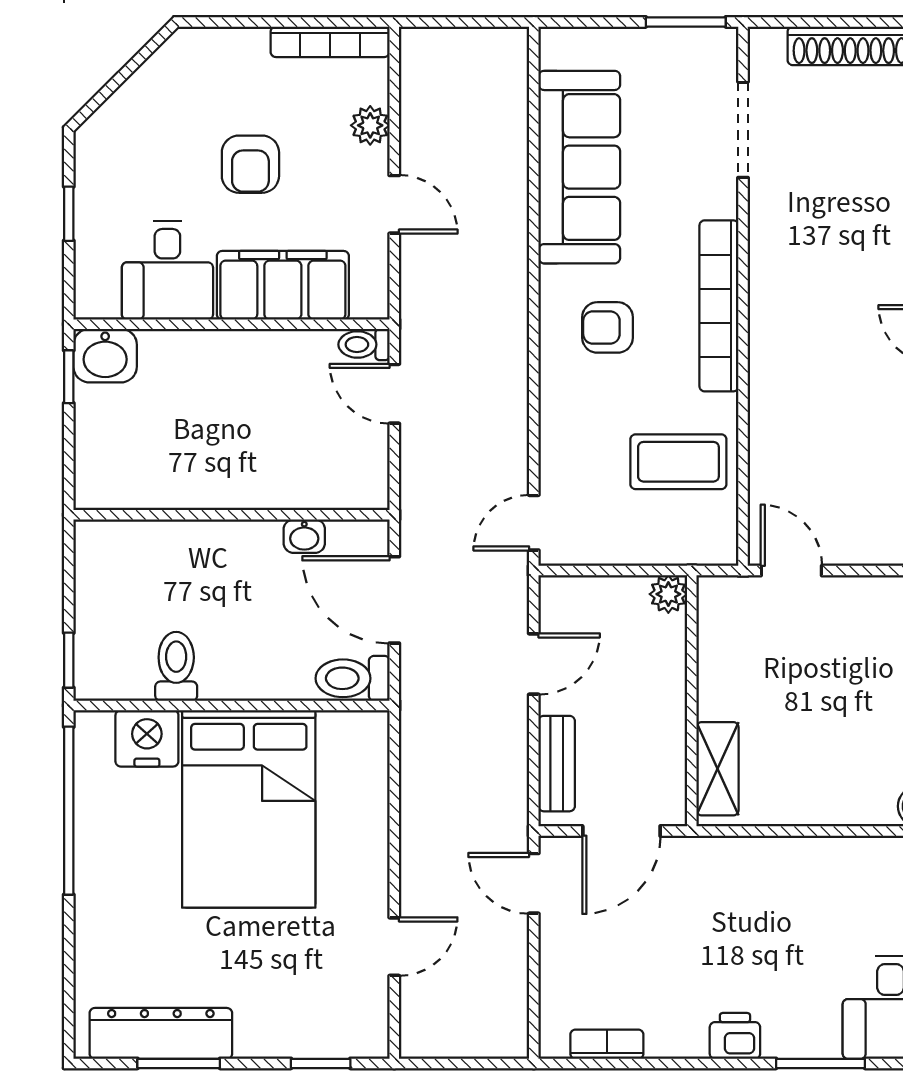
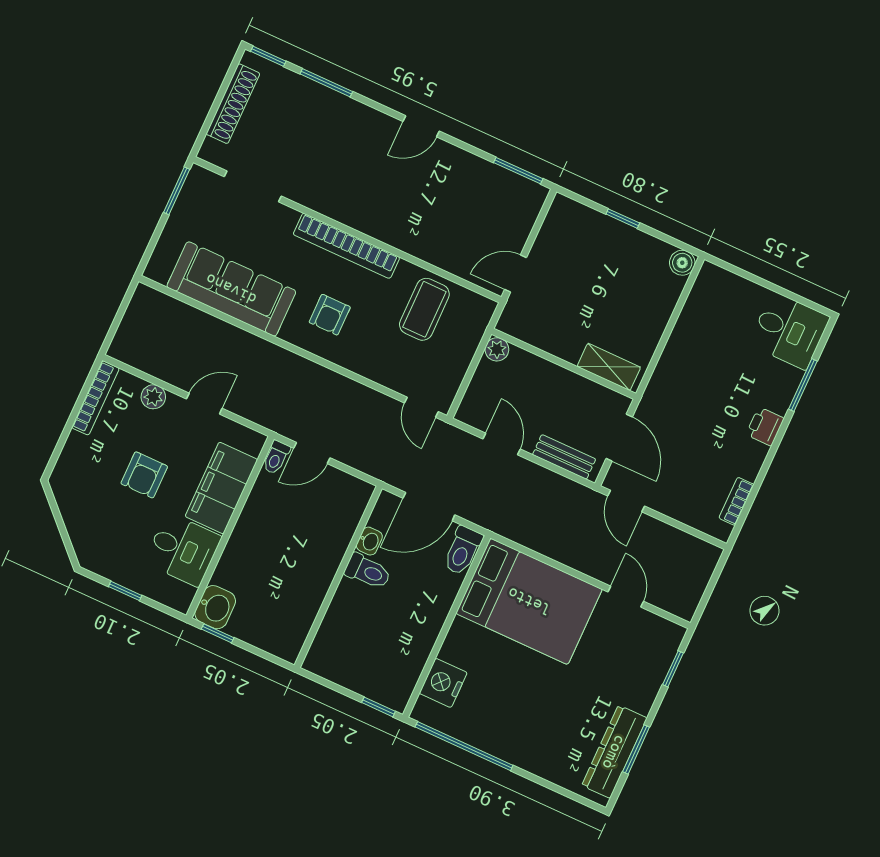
armchair: (250, 164) -> (144, 475), turned 90
toilet: (176, 666) -> (368, 571), moved, turned 180
bed: (249, 809) -> (529, 601), moved
door: (534, 883) -> (626, 501), hinge flipped

